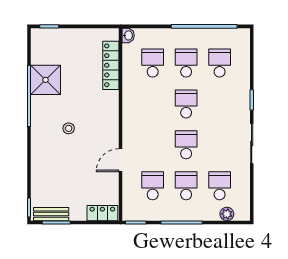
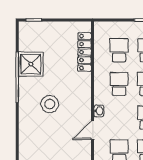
washbasin: (128, 35) -> (99, 111), moved
school desk: (153, 104) -> (119, 84), added
stool: (69, 128) -> (50, 104), width x1.89, depth x1.89

